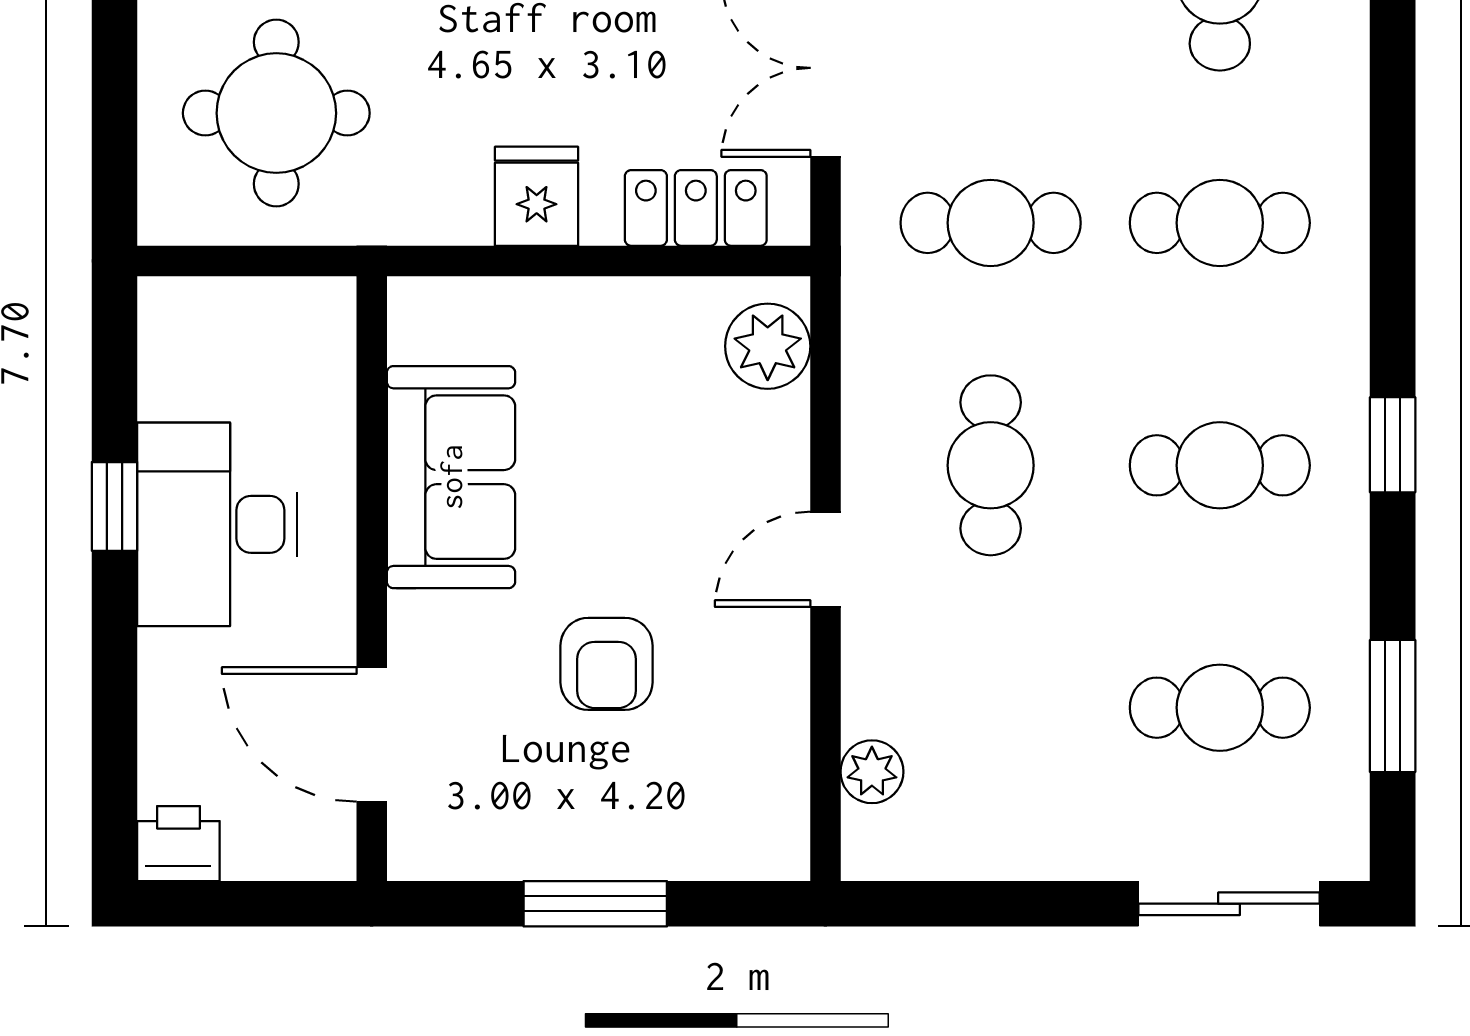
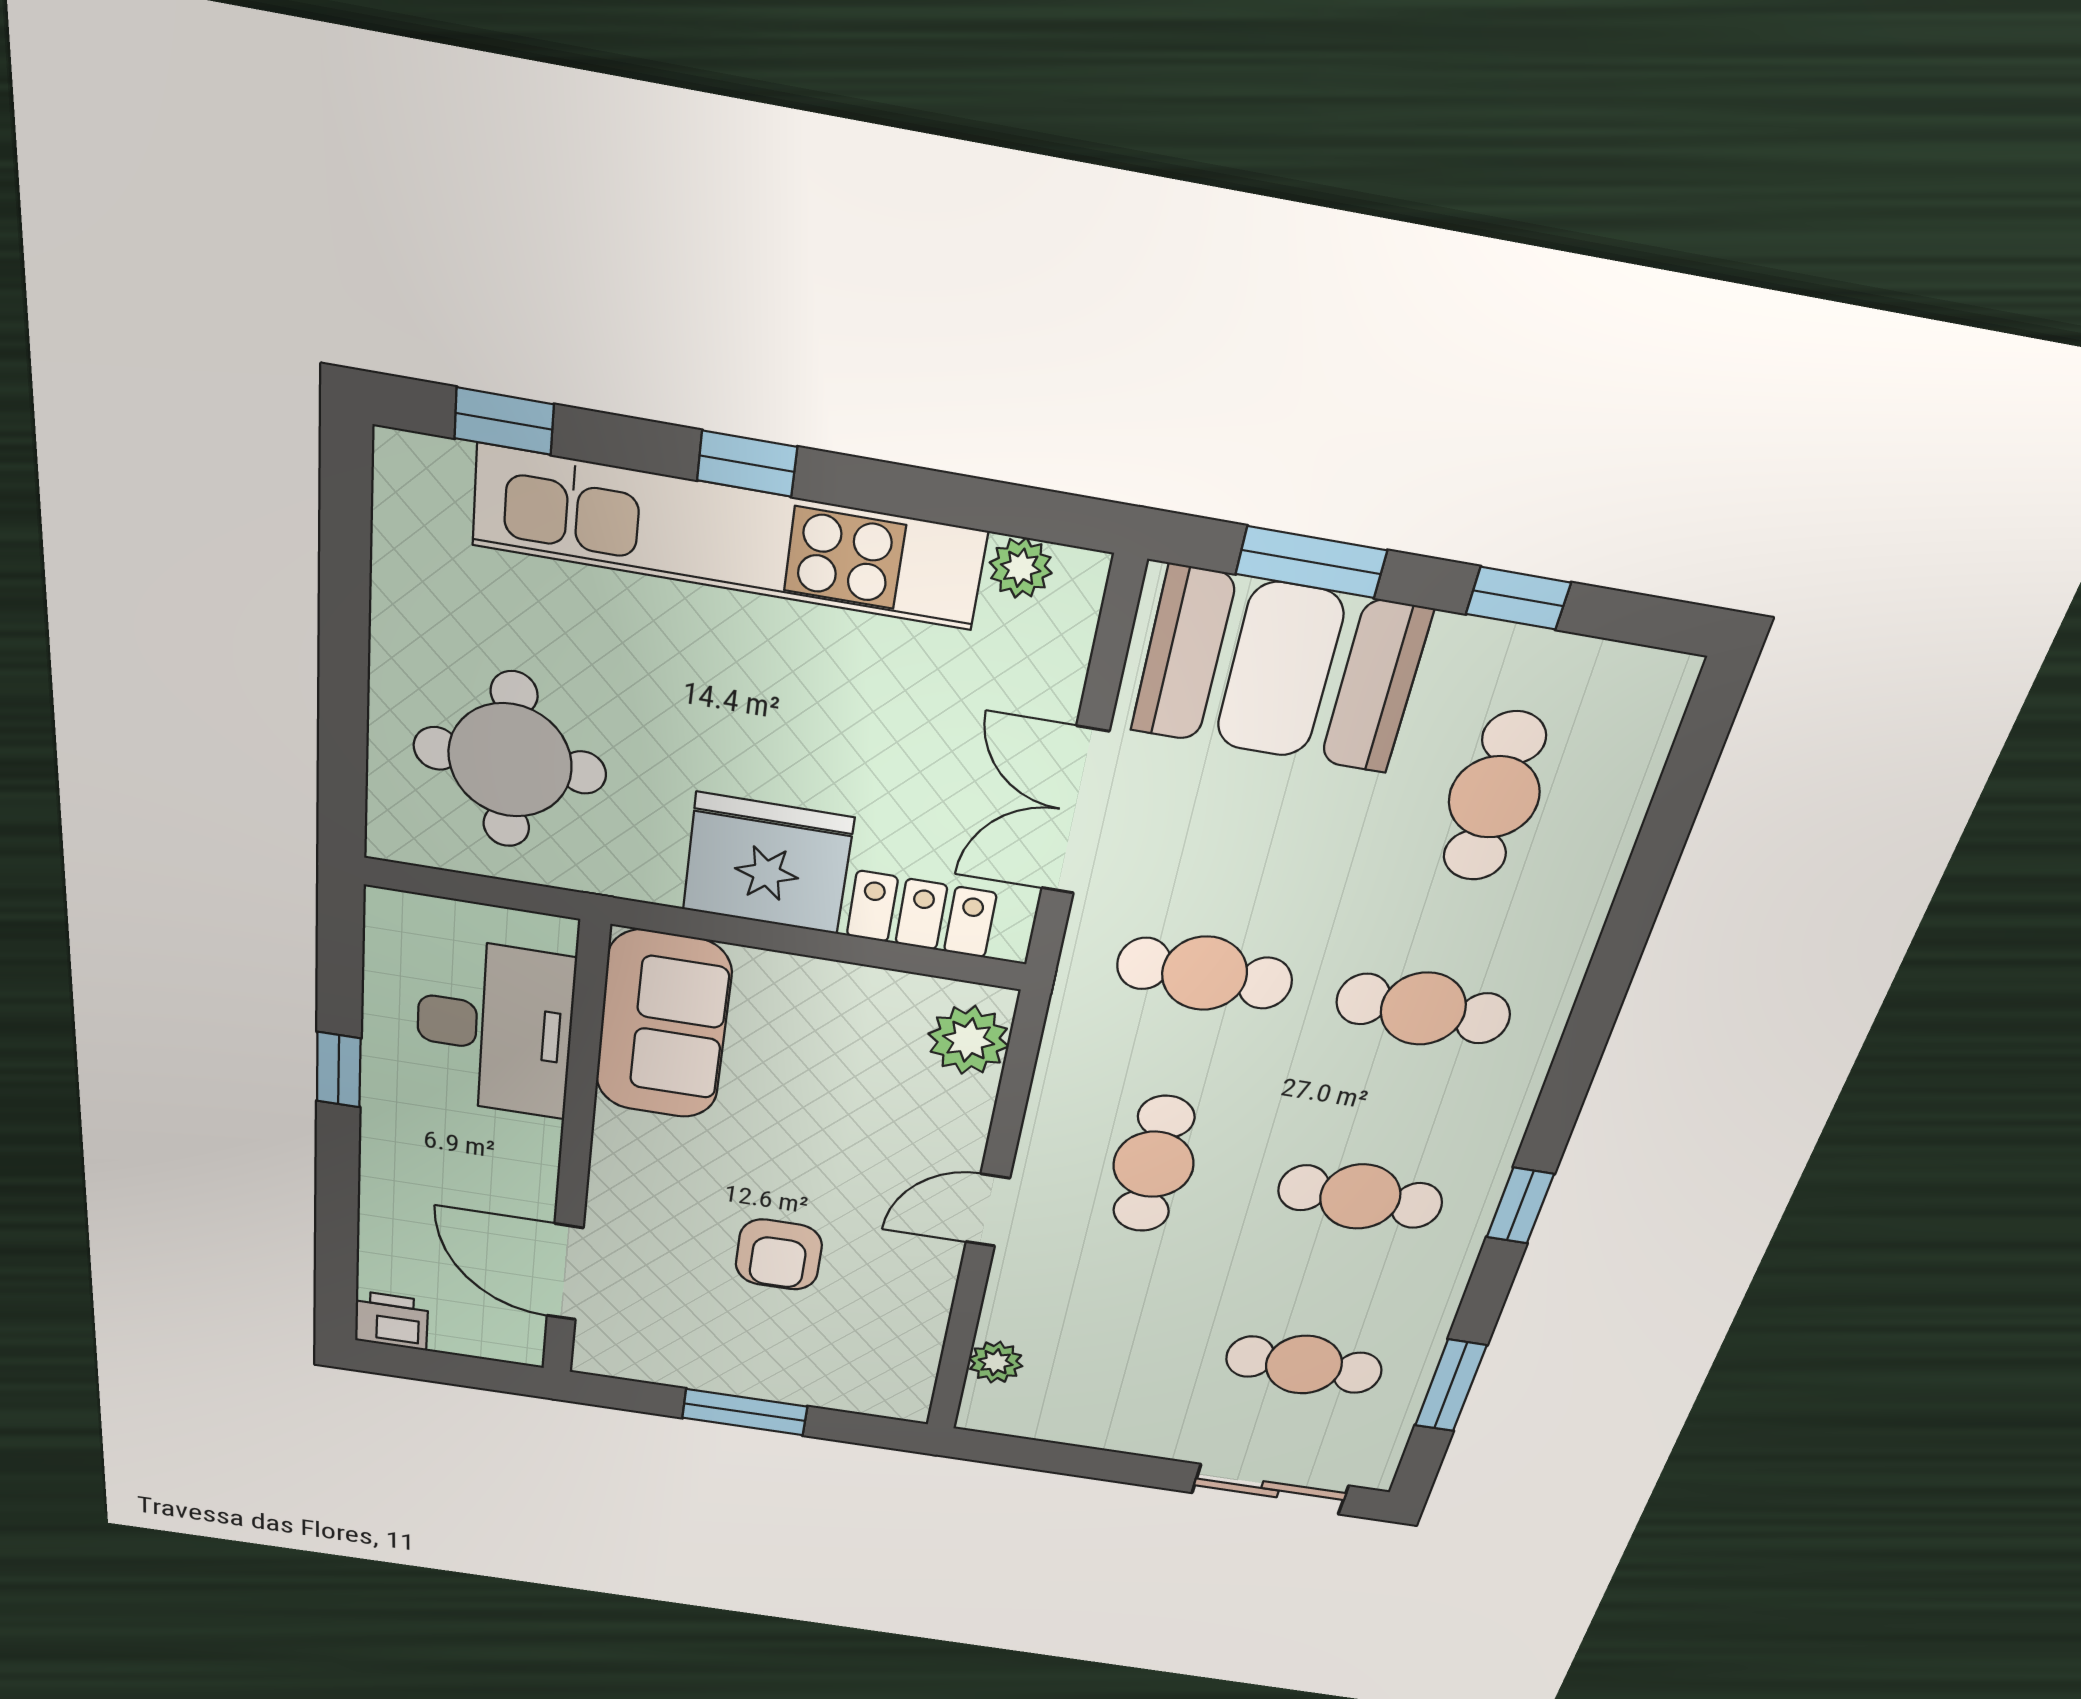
fridge: (537, 196) -> (768, 864), width x1.88, depth x1.34
sofa: (451, 477) -> (663, 1025), moved
desk: (217, 524) -> (495, 1028), moved, turned 180

